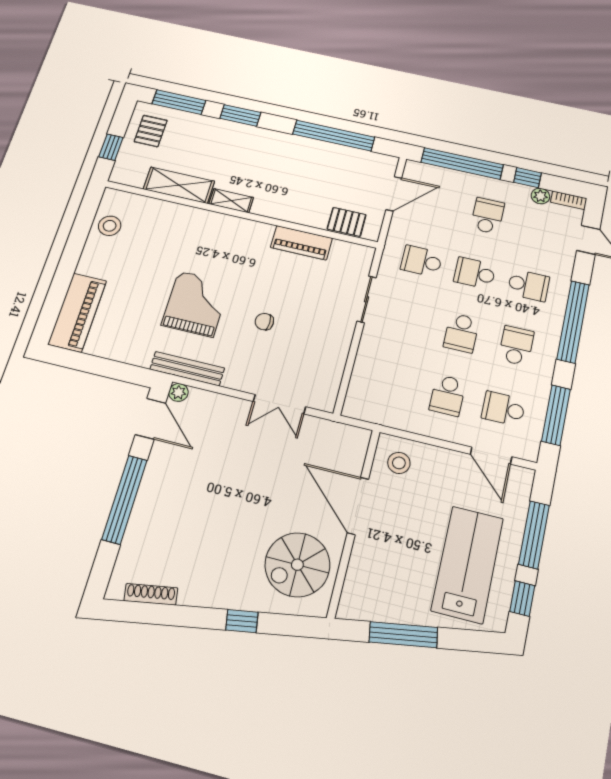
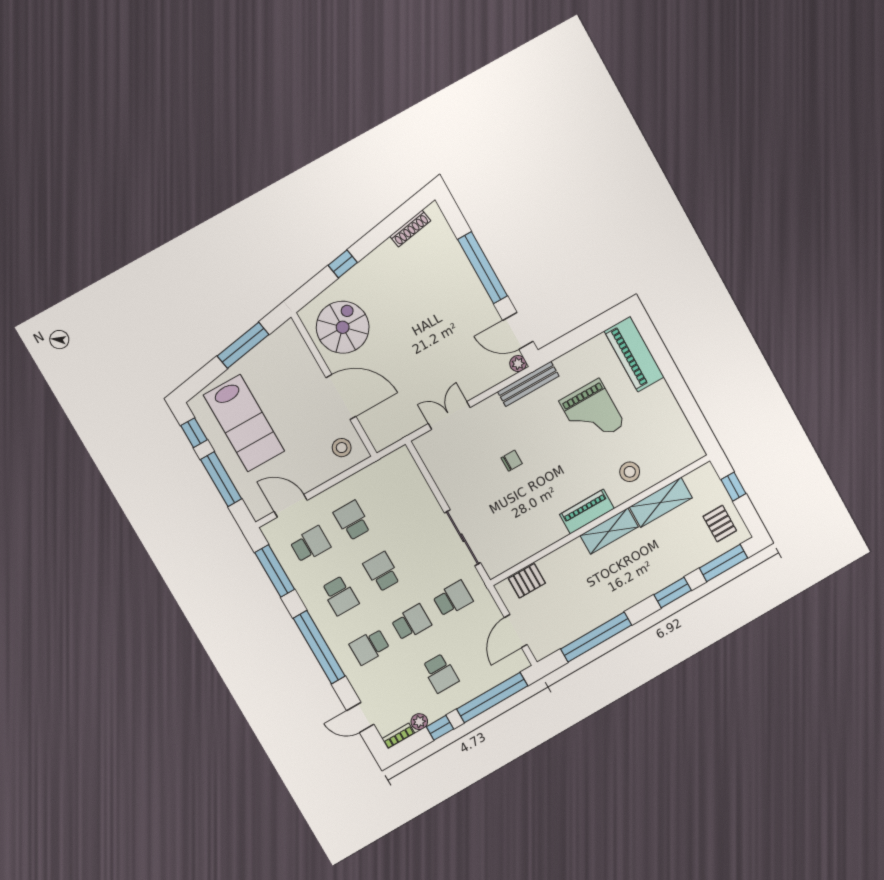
shelving: (231, 201) -> (609, 531), width x1.50, depth x1.33
stool: (110, 226) -> (630, 472), moved
piano: (301, 243) -> (587, 511), moved
sliding door: (366, 299) -> (462, 538), width x1.37
grand piano: (196, 304) -> (592, 413), moved

